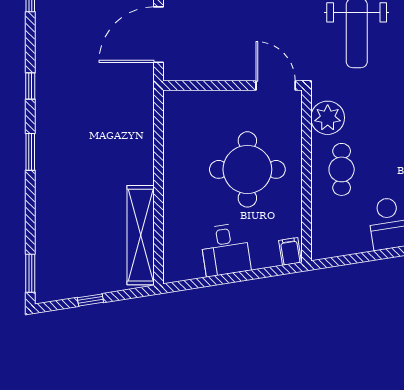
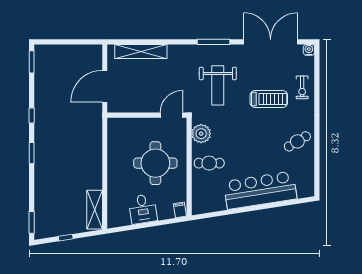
door: (276, 85) -> (172, 115), hinge flipped
cafe table: (342, 169) -> (209, 163), turned 90
shelving: (141, 235) -> (95, 210), width x0.68

